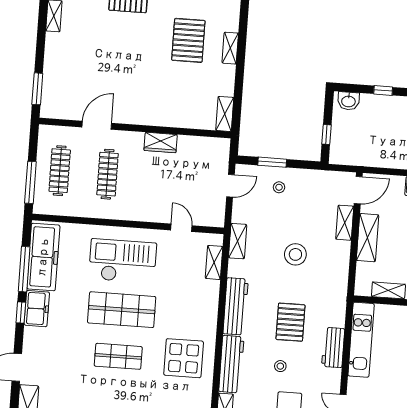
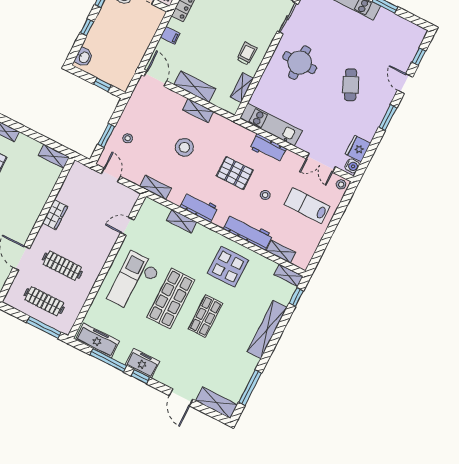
shelving: (345, 223) -> (198, 111), moved
freezer: (43, 257) -> (97, 340), width x0.73, depth x0.79
shelving: (214, 262) -> (182, 221), moved
workbench: (236, 306) -> (199, 207), width x0.73

